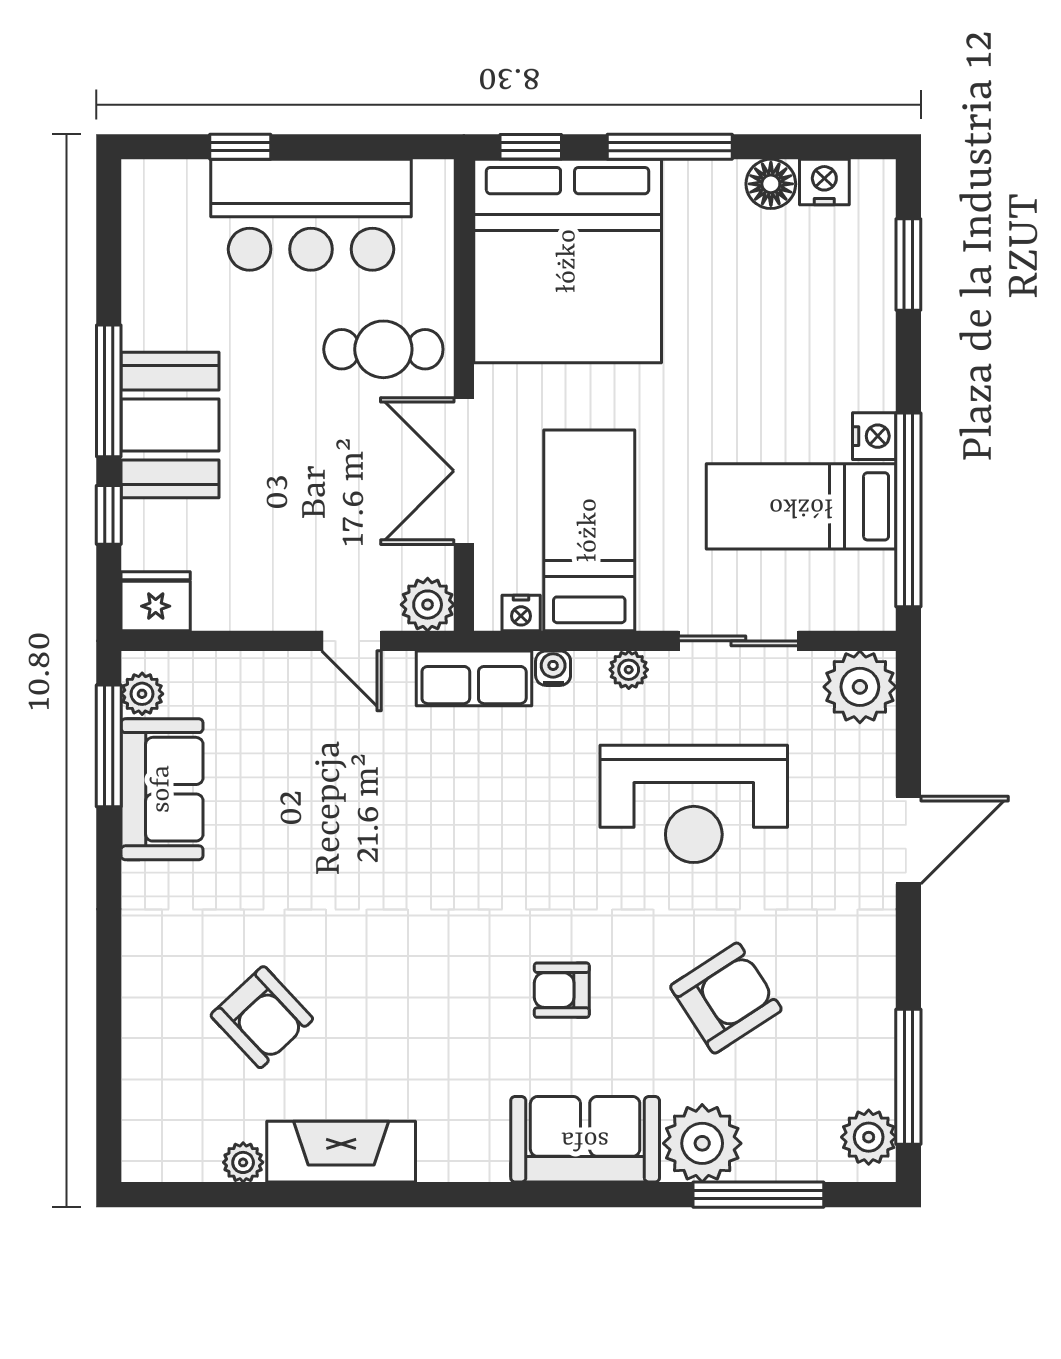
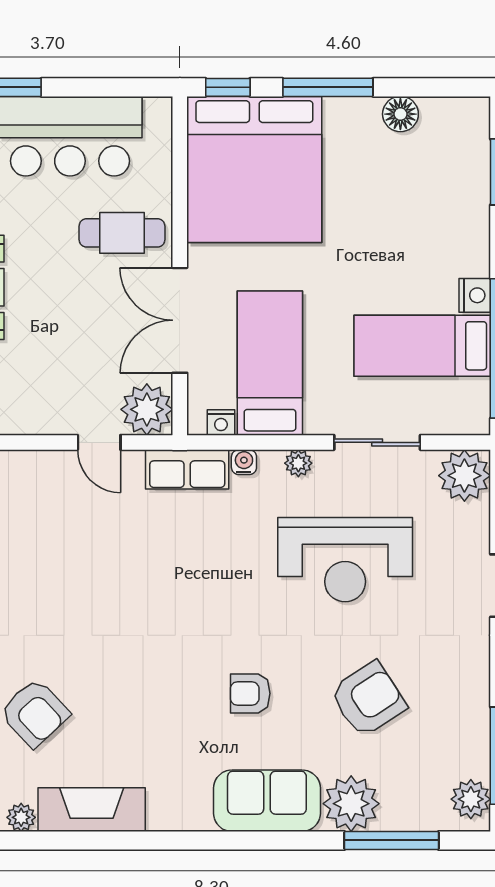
nightstand: (824, 182) -> (439, 113), removed
plant: (428, 605) -> (147, 409), width x1.36, depth x1.36

